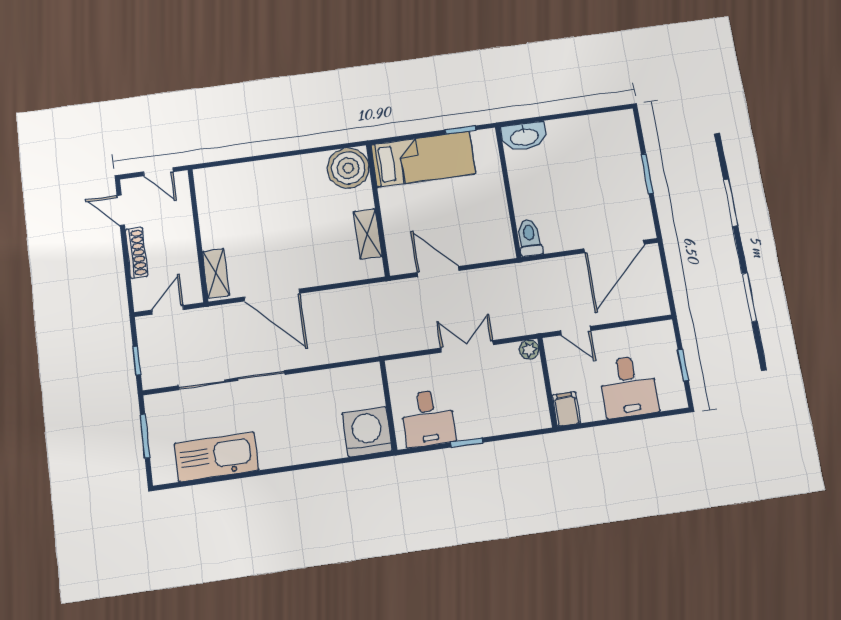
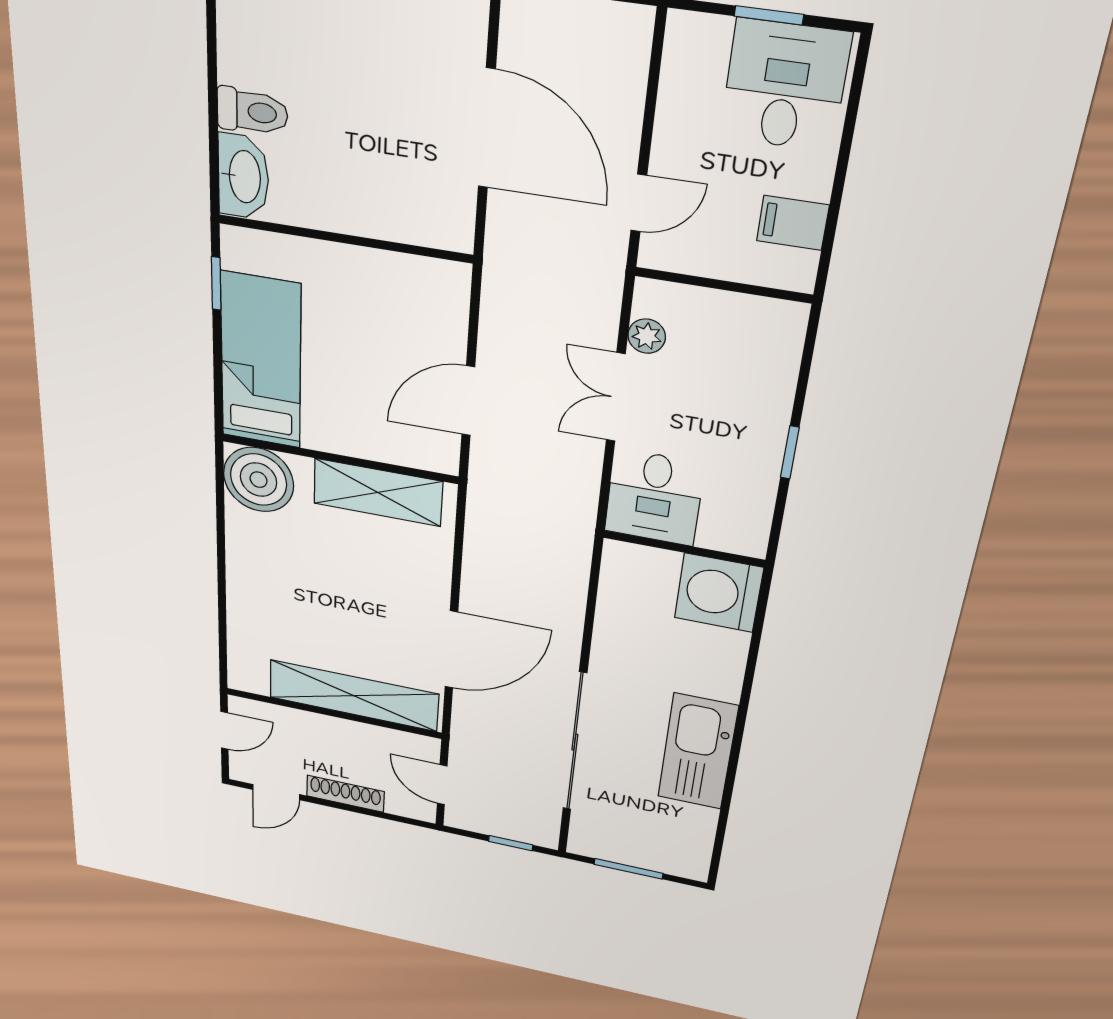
shelving: (368, 234) -> (378, 492), width x1.50, depth x1.33
toilet: (530, 238) -> (252, 112), moved, turned 180
door: (614, 247) -> (487, 129), moved
shelving: (216, 273) -> (353, 696), width x2.20, depth x1.33
plant: (529, 350) -> (647, 336), moved
desk: (629, 387) -> (785, 86), moved, turned -90
filing cabinet: (566, 409) -> (793, 223), moved
desk: (428, 418) -> (654, 497), moved, turned 90
kitchen sink: (216, 457) -> (698, 752), moved

